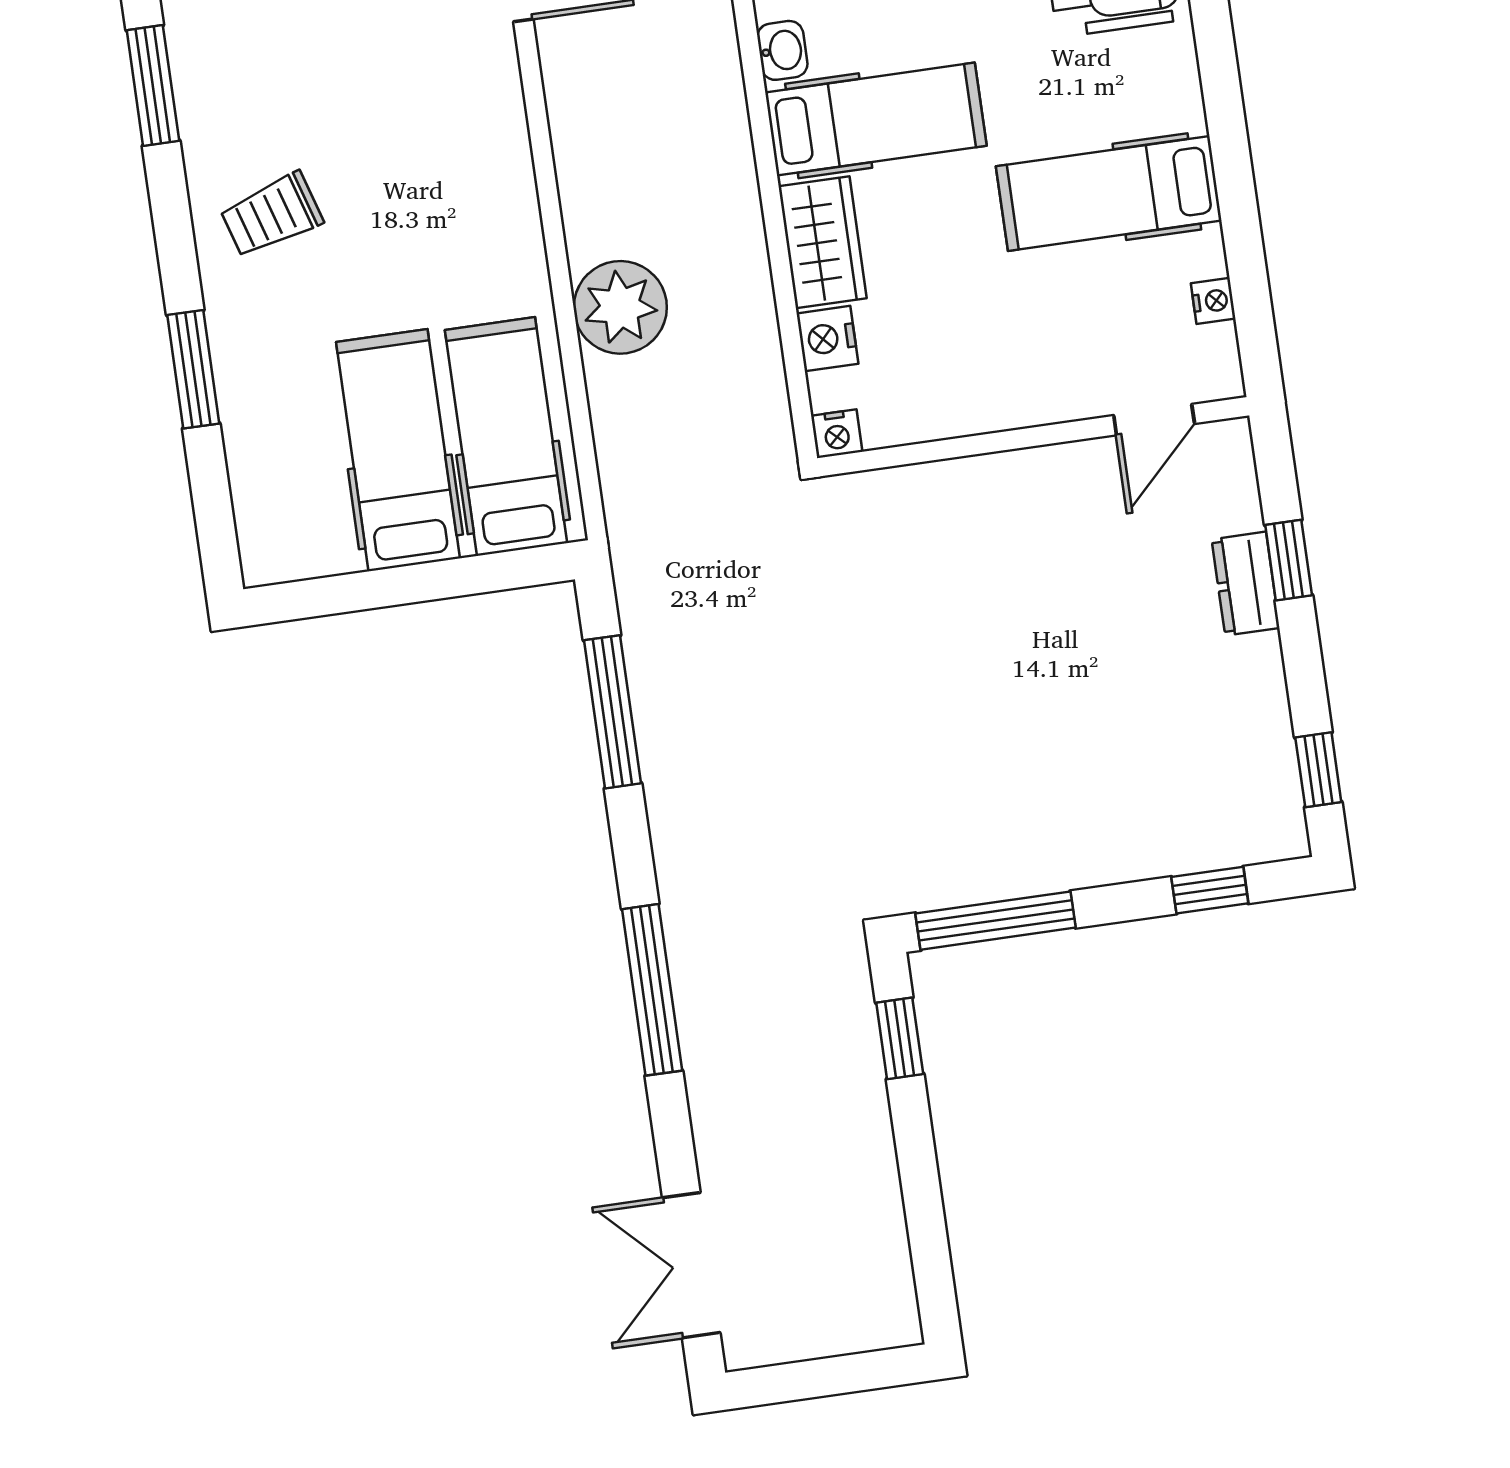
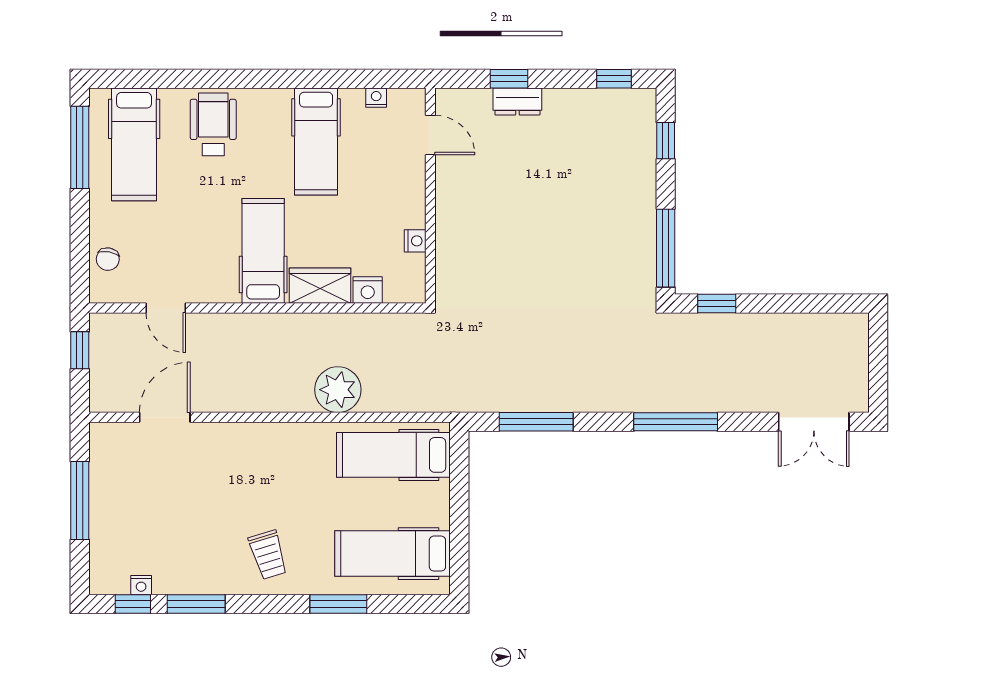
washbasin: (782, 50) -> (223, 292), removed
nightstand: (837, 434) -> (415, 241), moved
hospital bed: (398, 450) -> (393, 554), moved

